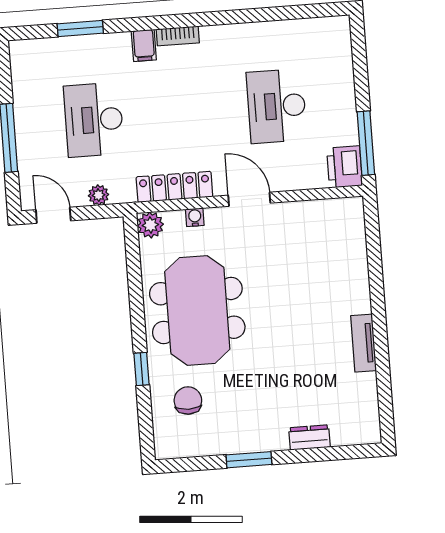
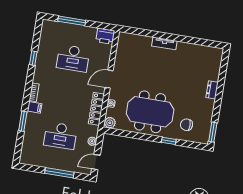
window: (255, 15) -> (33, 58), added
window: (80, 28) -> (23, 121), moved
window: (366, 143) -> (72, 21), moved
tv unit: (364, 343) -> (164, 43), moved
dresser: (309, 437) -> (212, 90), moved
window: (249, 460) -> (213, 132), moved

